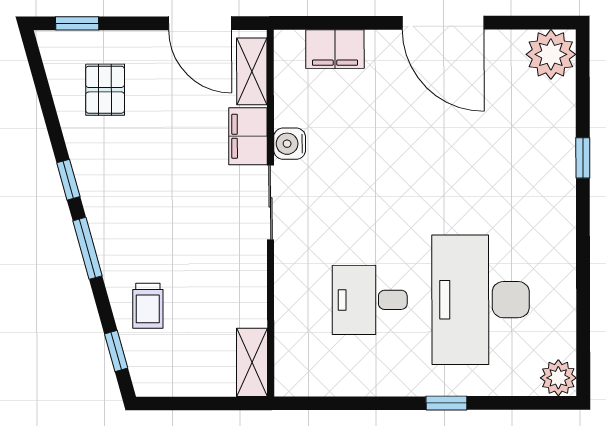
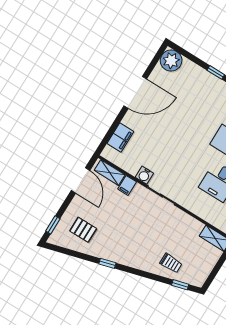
door: (200, 23) -> (81, 180), hinge flipped
filing cabinet: (248, 136) -> (127, 185), width x0.50
window: (87, 248) -> (137, 272), removed

